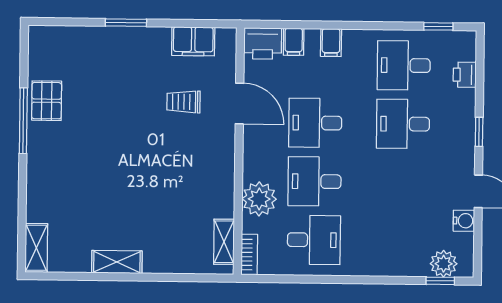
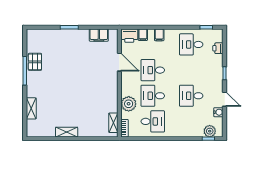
trolley: (183, 102) -> (95, 62), removed
desk: (403, 124) -> (191, 96), moved
shelving: (36, 248) -> (31, 108), moved

